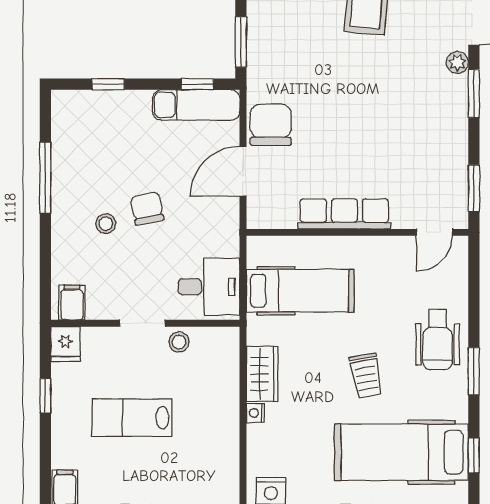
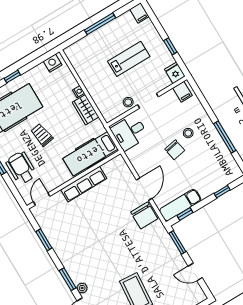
row of seats: (344, 214) -> (84, 184), moved
wall: (357, 232) -> (74, 180), moved
door: (434, 232) -> (42, 199), moved

